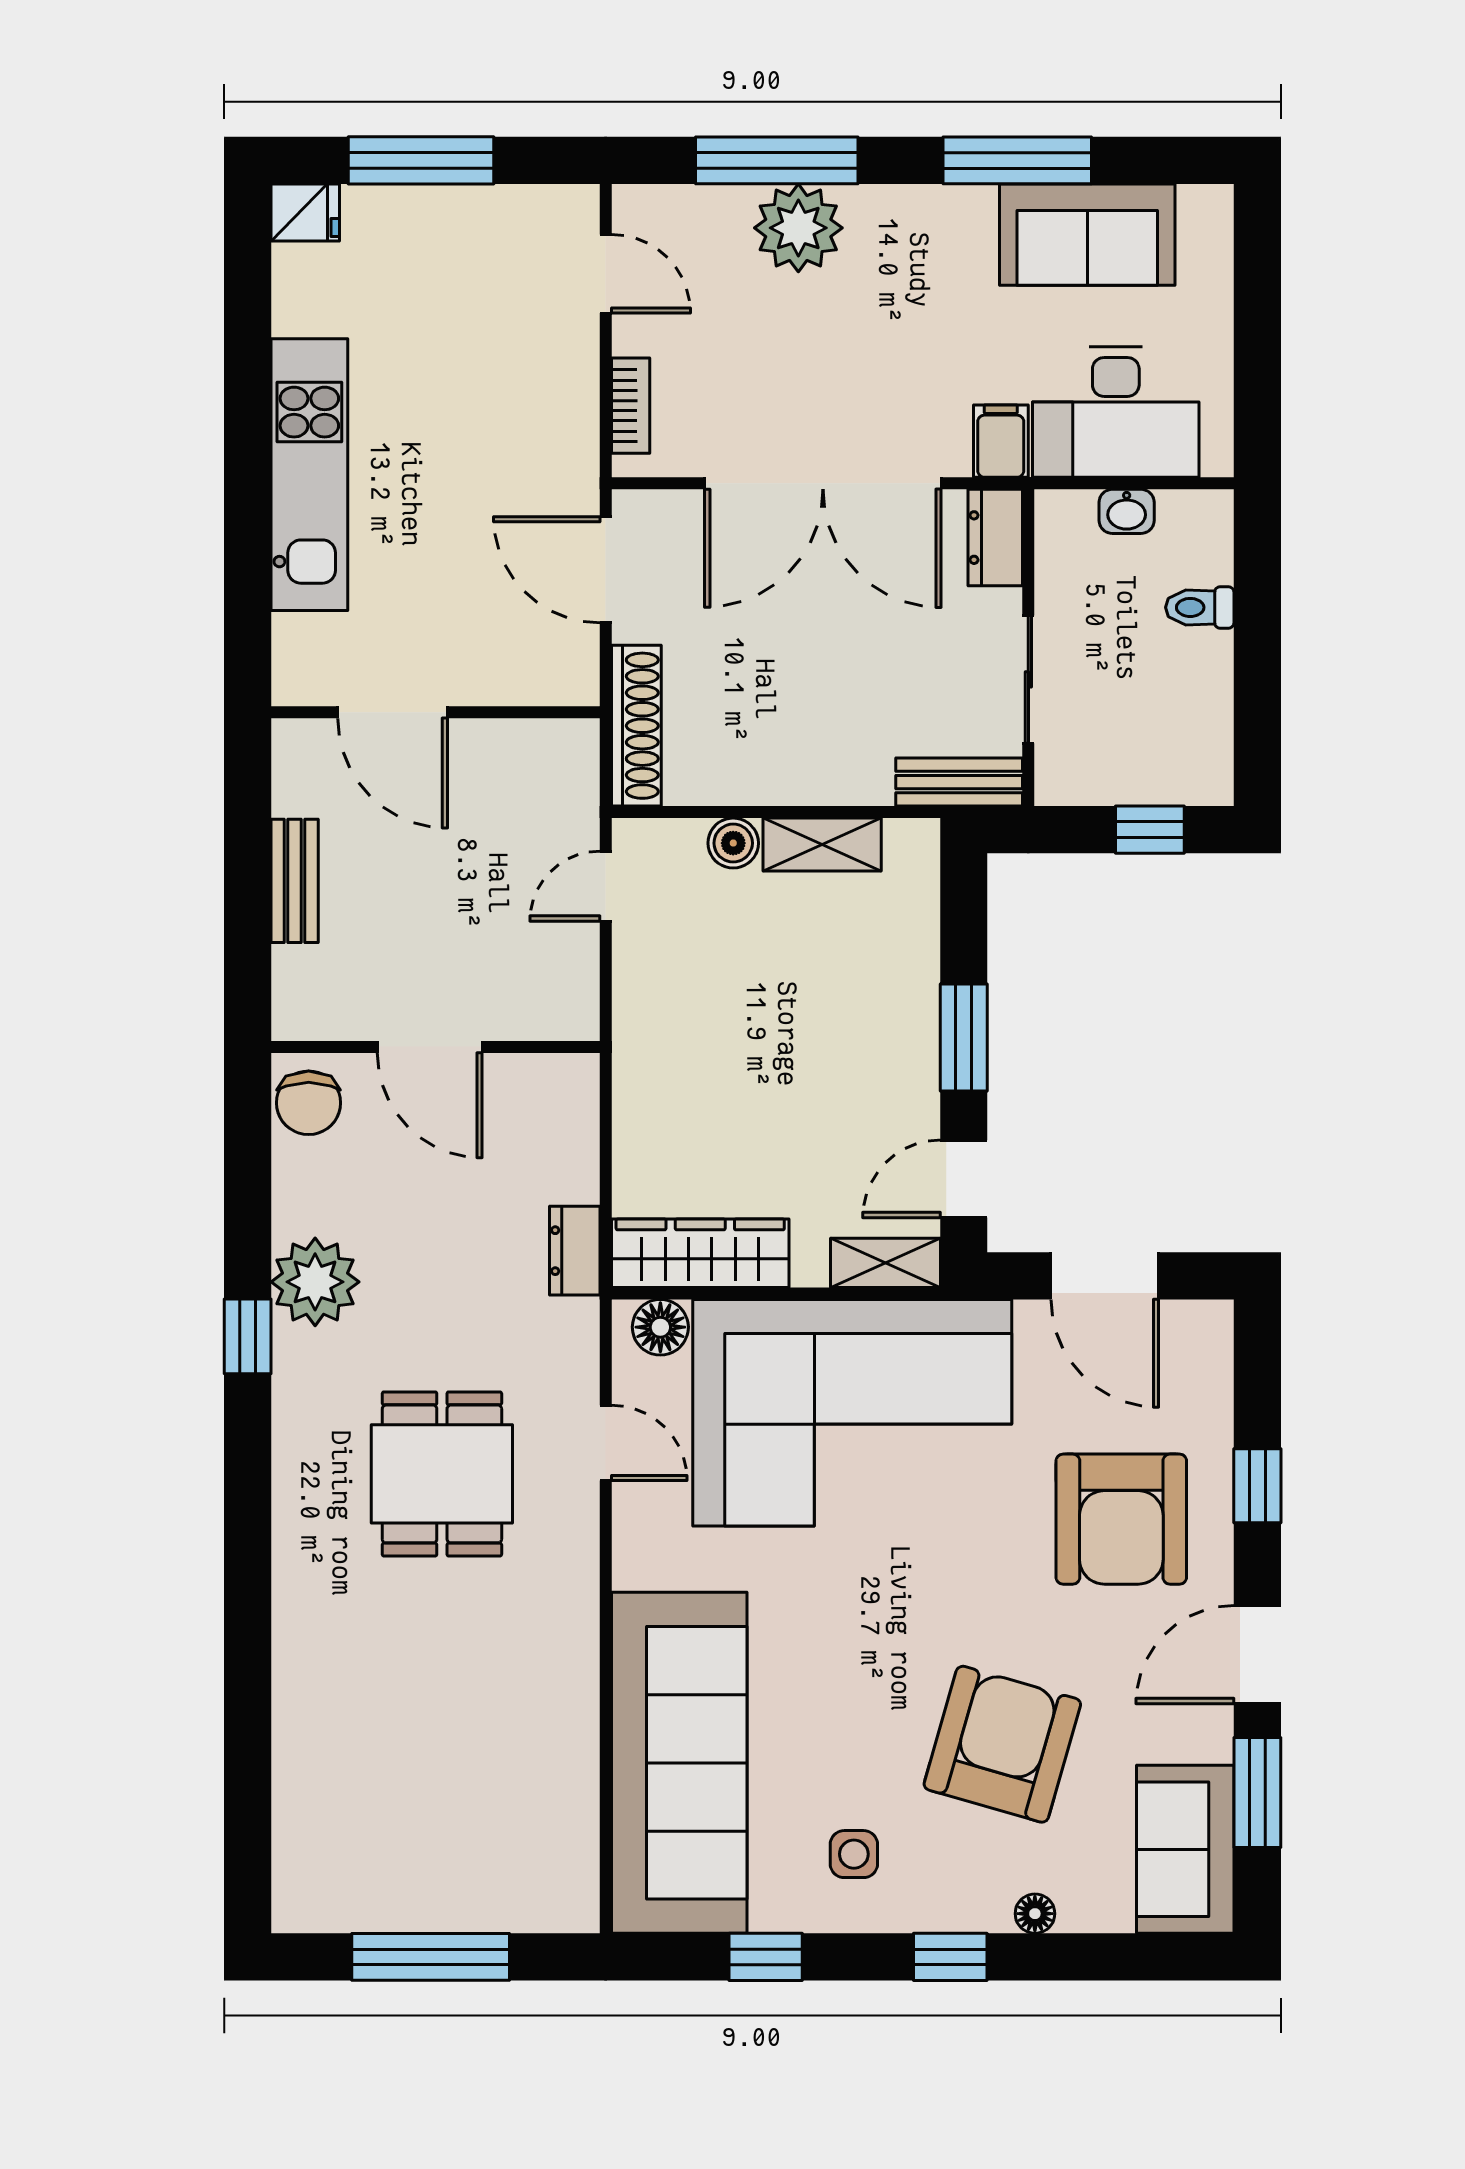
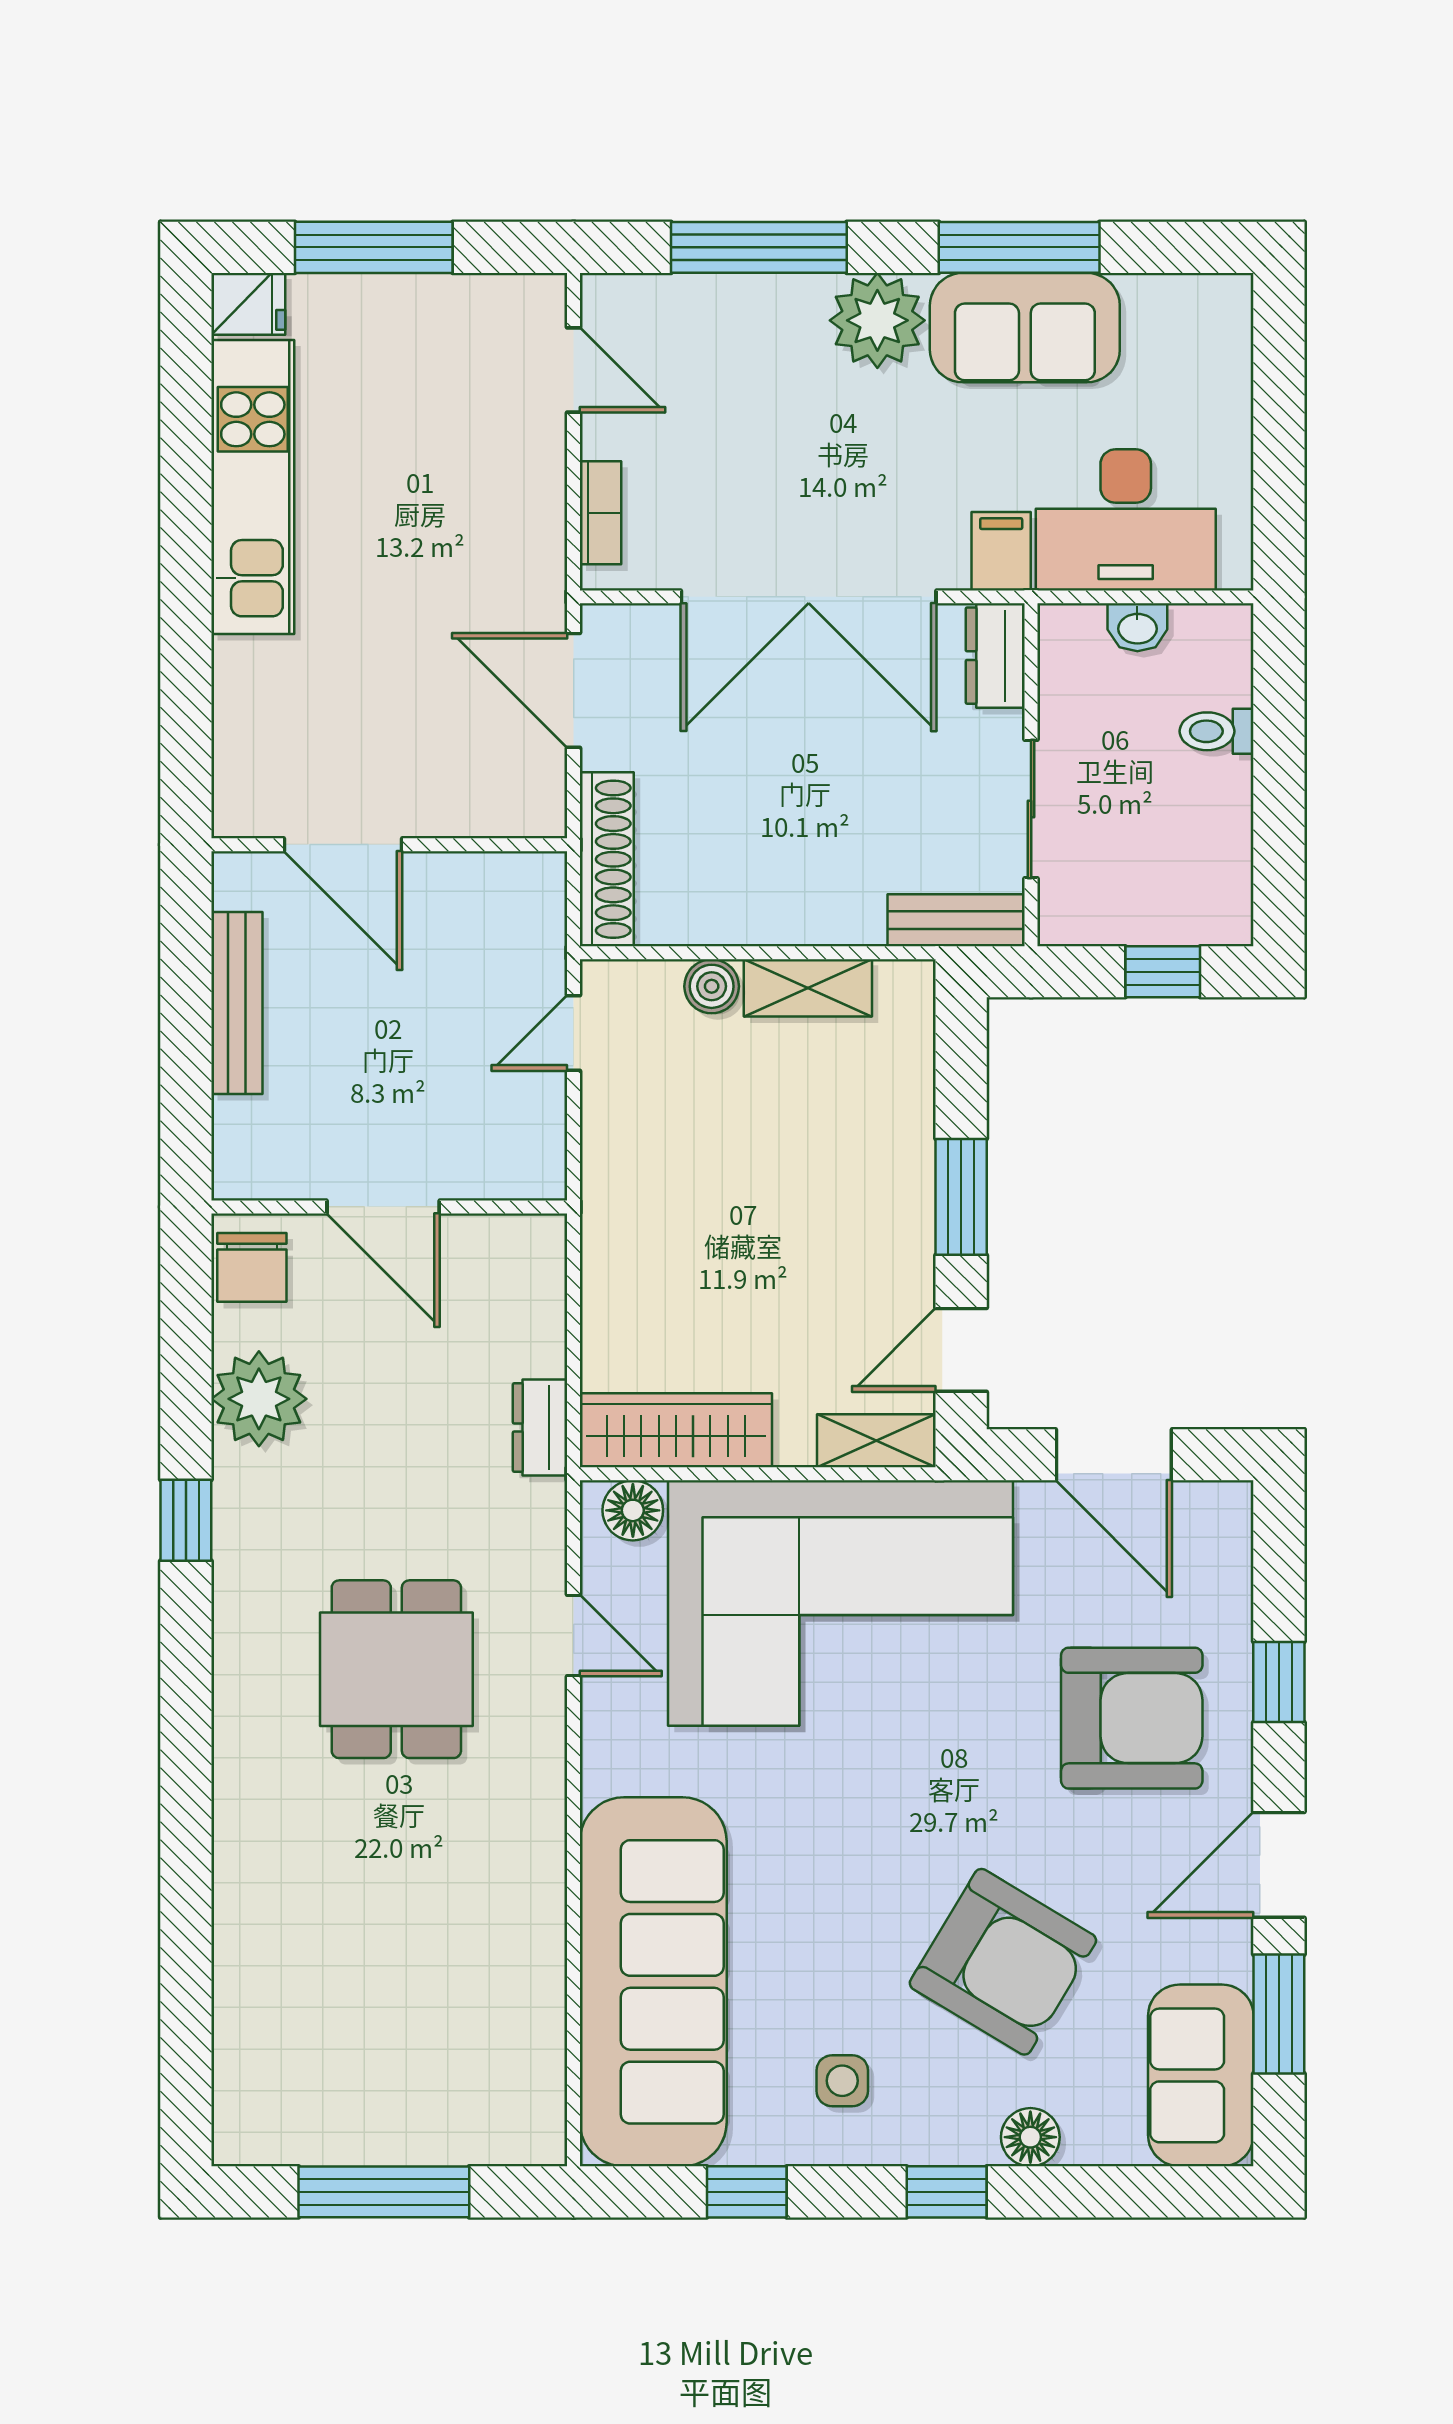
plant: (798, 228) -> (877, 320), moved
sofa: (1087, 235) -> (1025, 328), moved
kitchen unit: (309, 475) -> (253, 487), moved
bench: (295, 881) -> (237, 1003), width x1.36
plant: (315, 1282) -> (259, 1399), moved
armchair: (1121, 1519) -> (1132, 1718), turned -90
armchair: (1002, 1744) -> (1003, 1962), turned 105
floor lamp: (1035, 1914) -> (1030, 2137), width x1.37, depth x1.37

